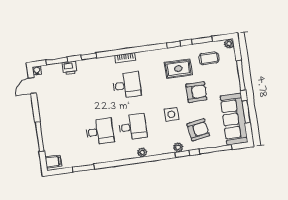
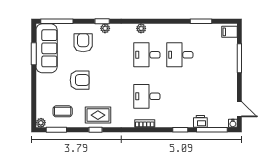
window: (202, 40) -> (56, 130), moved
window: (57, 61) -> (212, 130), width x1.44
rug: (178, 69) -> (98, 115), moved
window: (241, 75) -> (34, 90), removed
door: (32, 86) -> (239, 109), hinge flipped
armchair: (196, 92) -> (80, 80), turned 180
side table: (171, 114) -> (107, 62), removed
armchair: (198, 130) -> (83, 43), turned 99
window: (216, 149) -> (57, 21), moved

